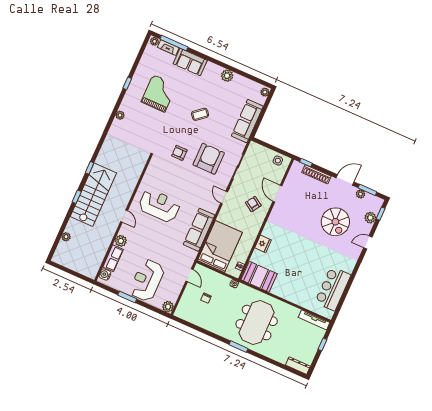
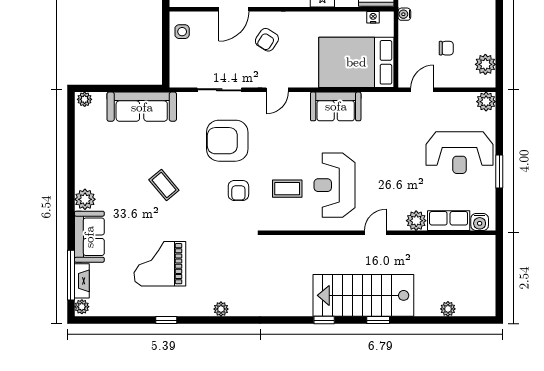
plant: (227, 76) -> (85, 199), moved
coffee table: (169, 179) -> (287, 189), added
sofa: (199, 230) -> (336, 106), width x0.73
plant: (188, 315) -> (485, 64), added

